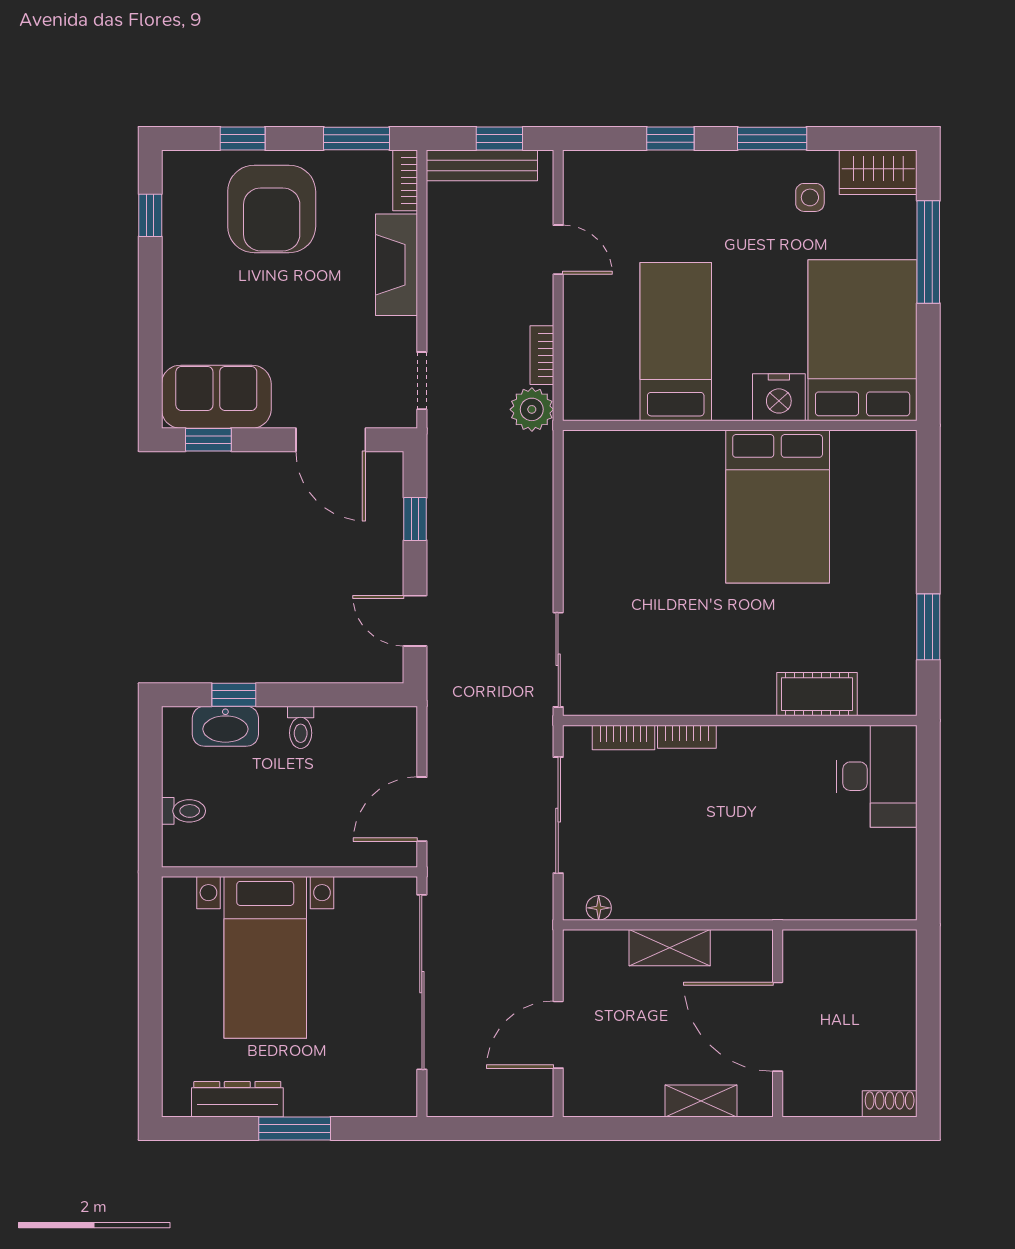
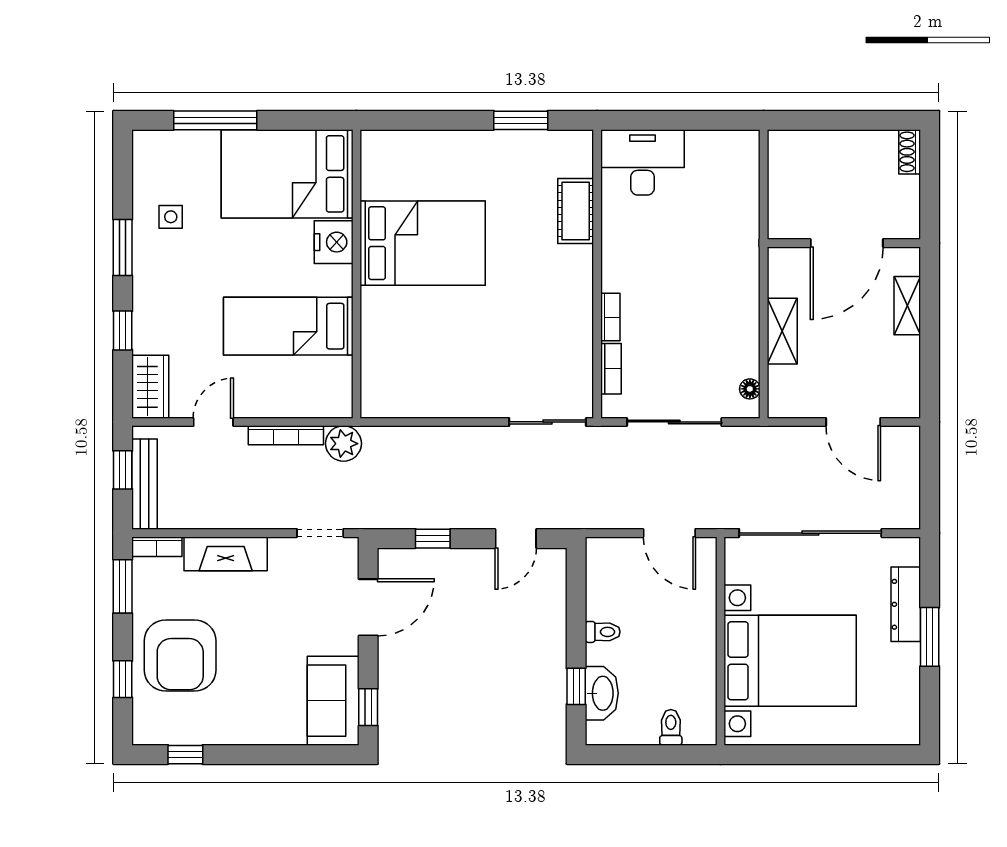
wardrobe: (878, 172) -> (150, 387), moved
armchair: (272, 209) -> (180, 656), turned 90
bookcase: (542, 355) -> (286, 435), width x1.56
bed with nightstands: (265, 957) -> (790, 661), width x1.36
dresser: (237, 1099) -> (906, 604), moved

